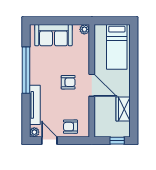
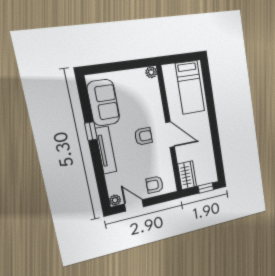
sofa: (53, 35) -> (103, 103), moved, turned -90
window: (26, 70) -> (91, 131), width x0.32
tv unit: (35, 105) -> (106, 150), moved
wardrobe: (123, 109) -> (187, 175), moved, turned 180

